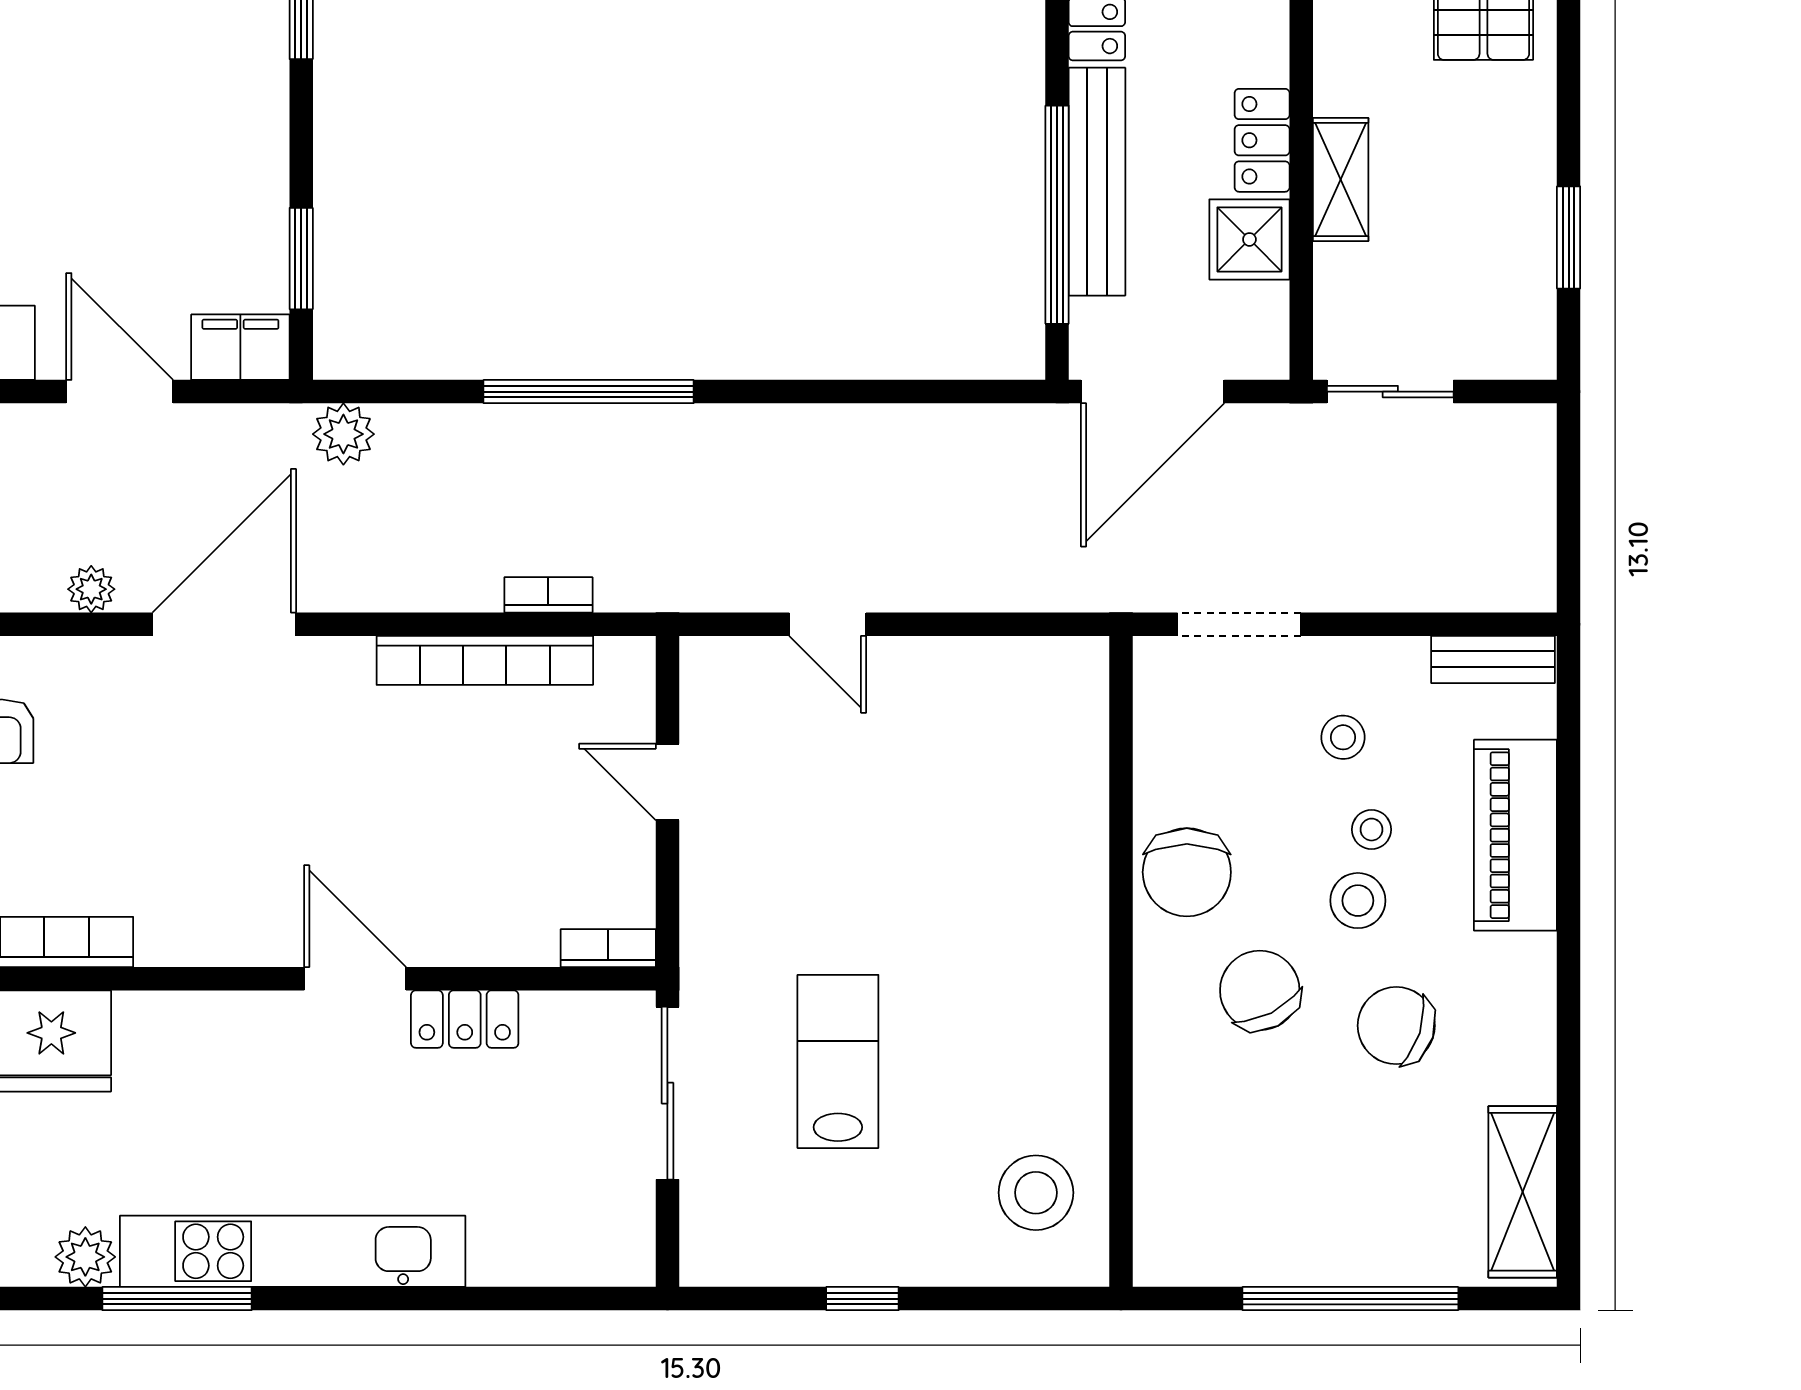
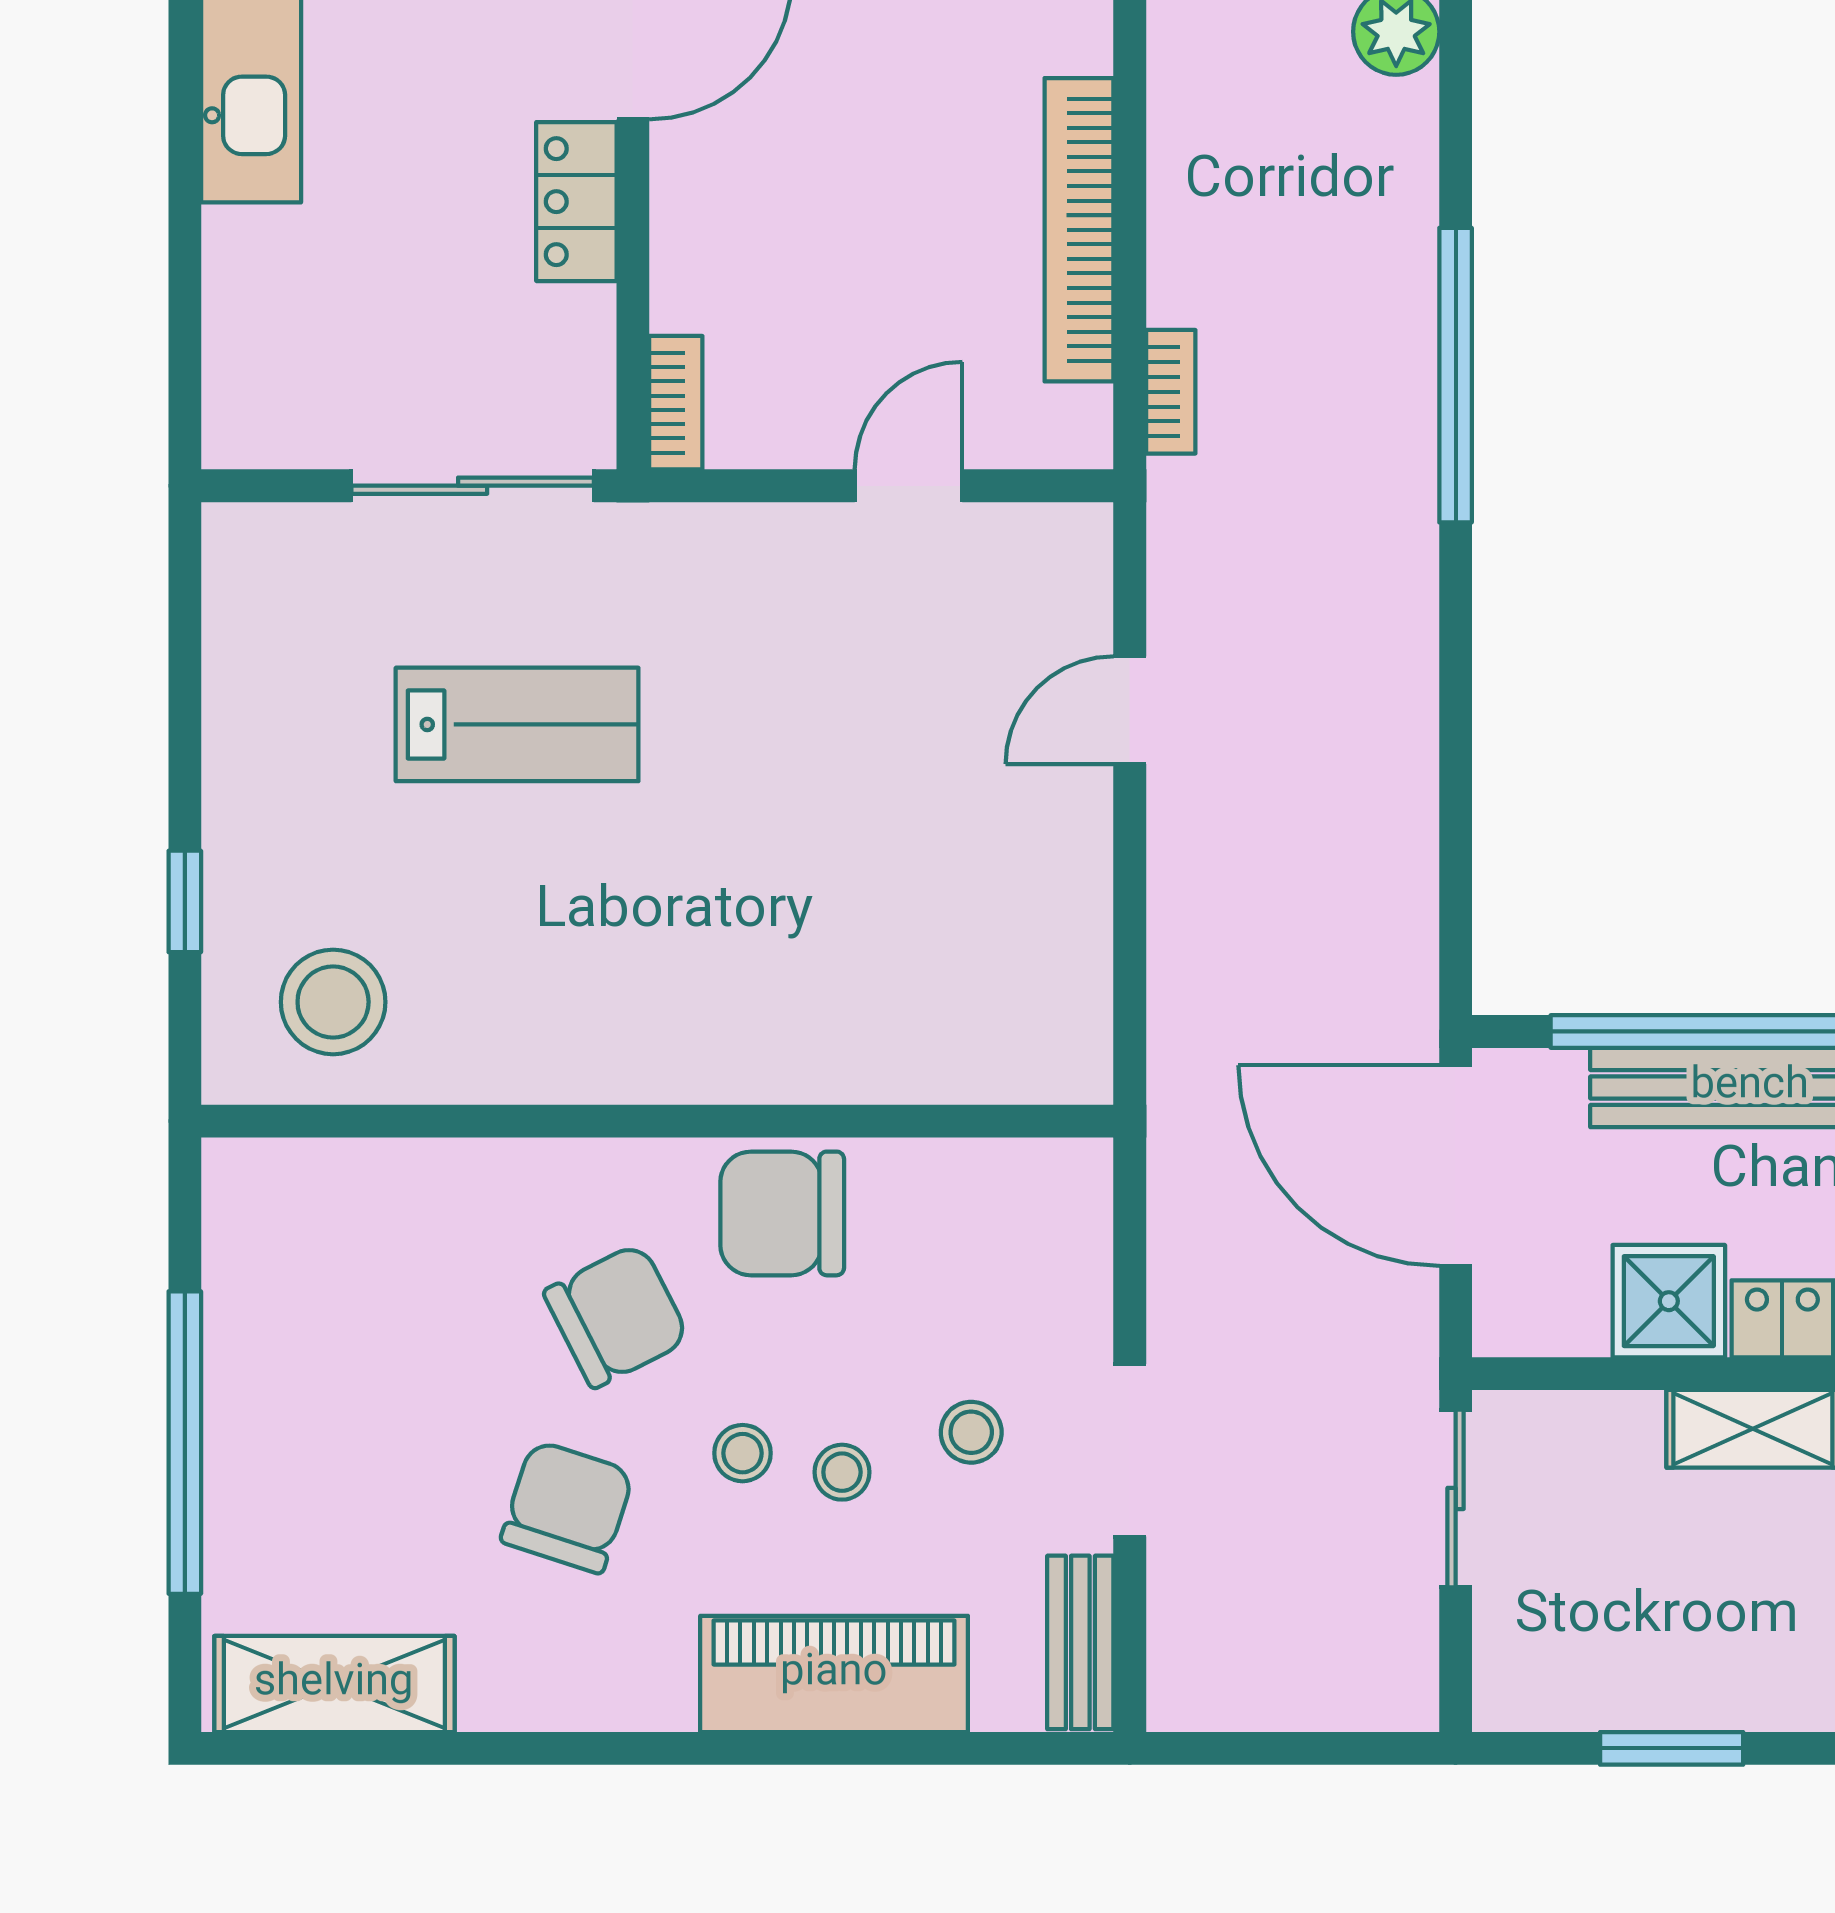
bookcase: (548, 595) -> (1171, 392), moved
doorway: (1239, 624) -> (1130, 1450), moved
stool: (1358, 901) -> (743, 1453), width x0.73, depth x0.73
window: (862, 1299) -> (185, 901), moved

